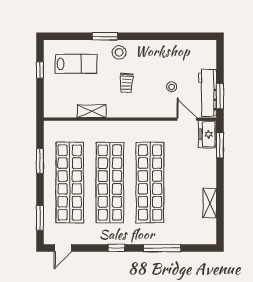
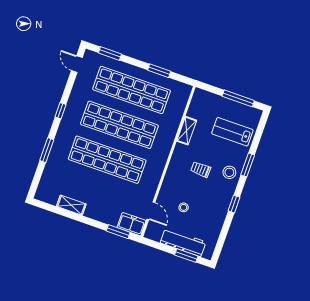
window: (150, 36) -> (234, 204), added
lab bench: (76, 64) -> (232, 132), turned 90
window: (40, 70) -> (238, 98), width x2.17
workbench: (208, 93) -> (183, 242), moved
window: (220, 96) -> (186, 255), moved
door: (187, 119) -> (151, 211), hinge flipped
window: (162, 248) -> (47, 150), width x0.69

